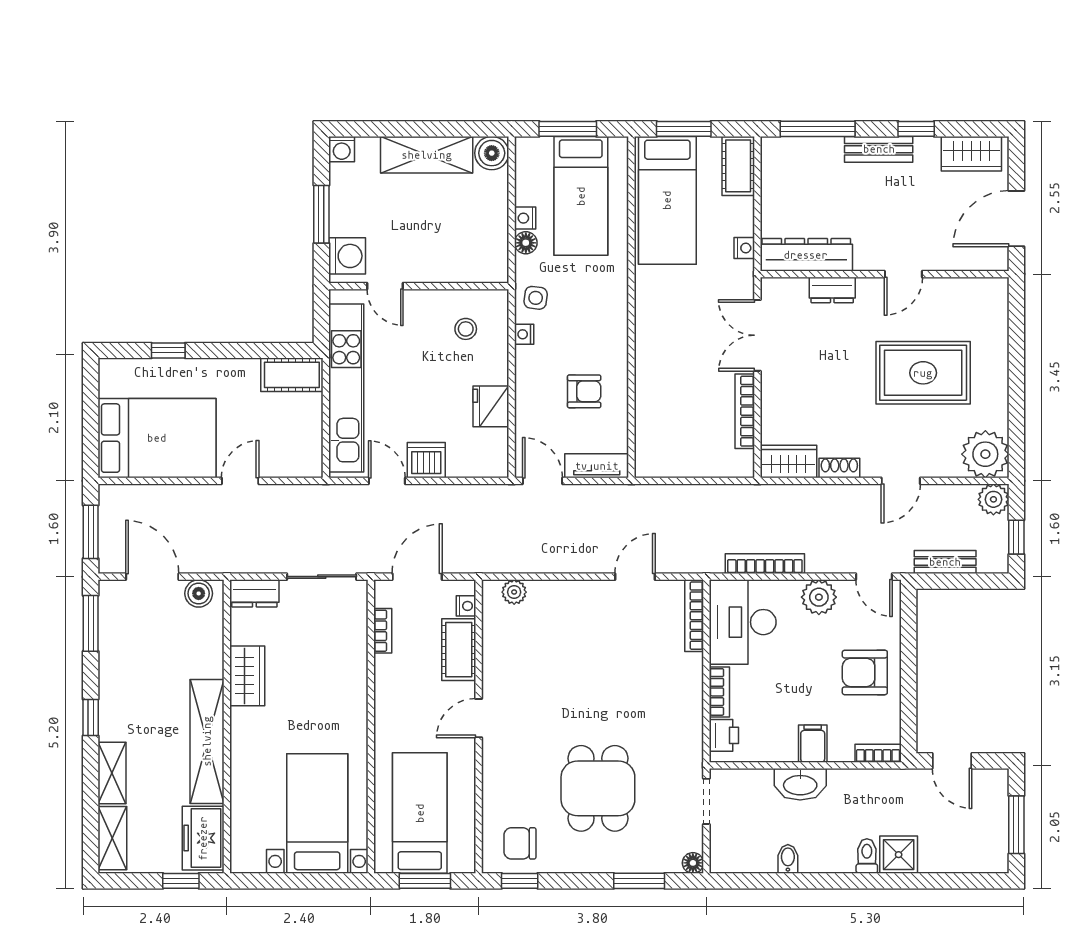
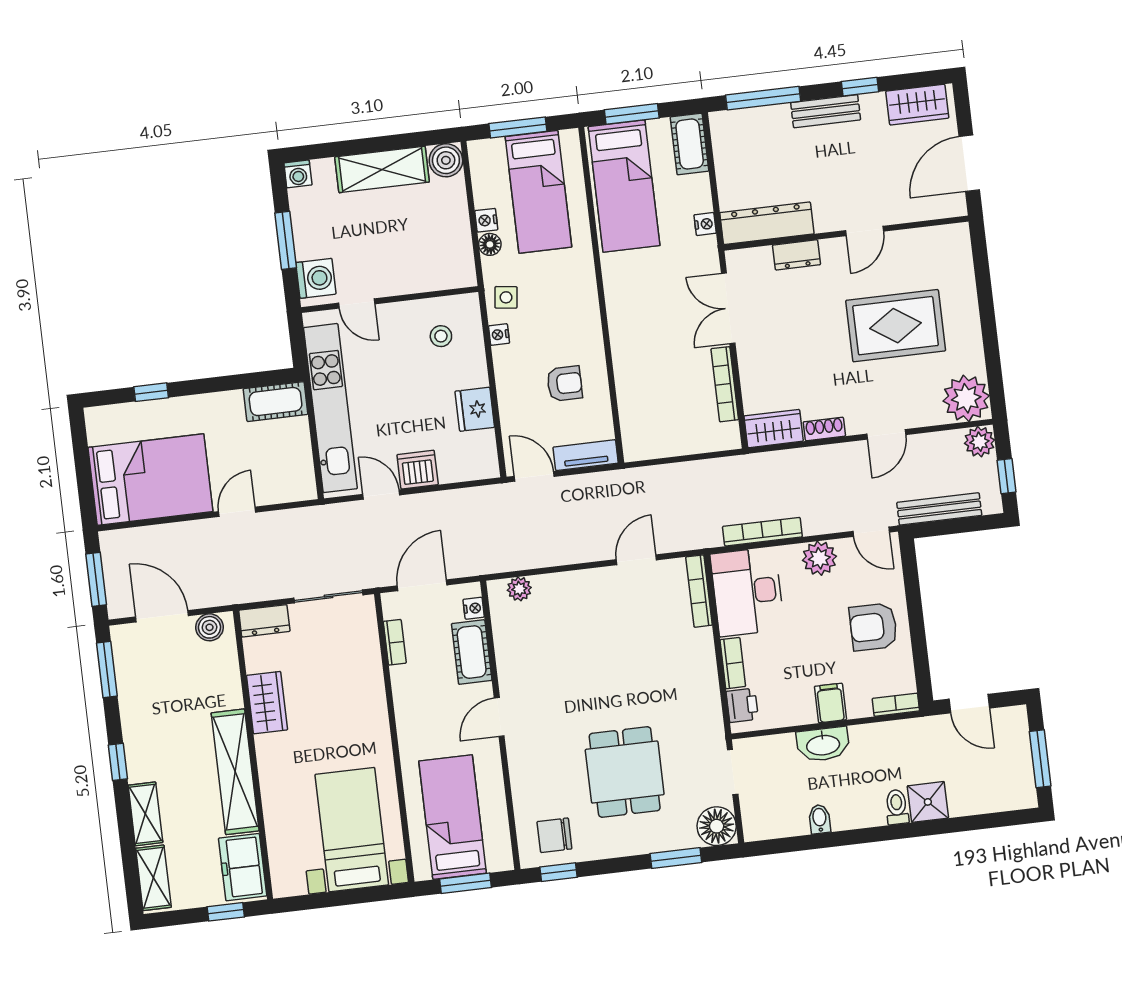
bench: (945, 562) -> (939, 509), width x1.36
floor lamp: (693, 863) -> (717, 826), width x1.89, depth x1.89

